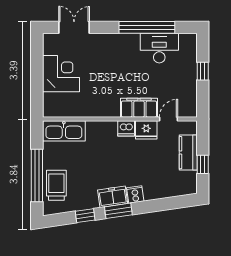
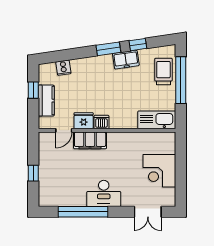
desk: (159, 48) -> (104, 193), moved
trolley: (56, 185) -> (163, 71), turned 180
cooker: (135, 195) -> (63, 68), moved
freezer: (113, 197) -> (126, 60), moved

